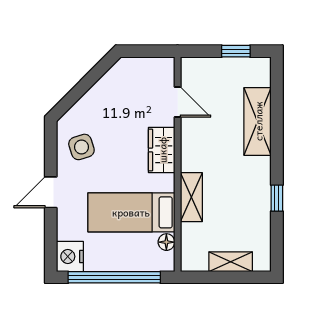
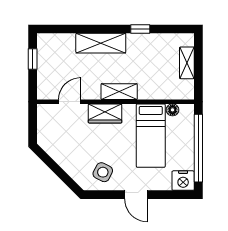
shelving: (258, 121) -> (101, 43), moved
side table: (81, 147) -> (103, 172), turned 45
shelving: (191, 197) -> (119, 92), moved

